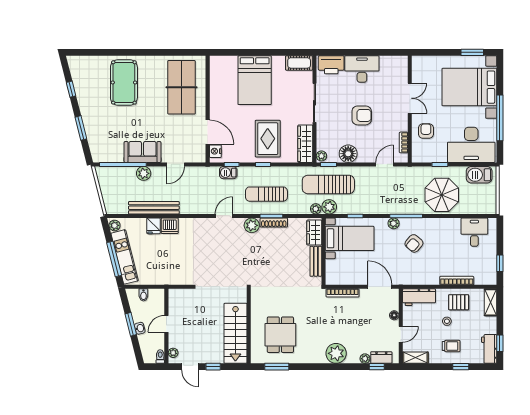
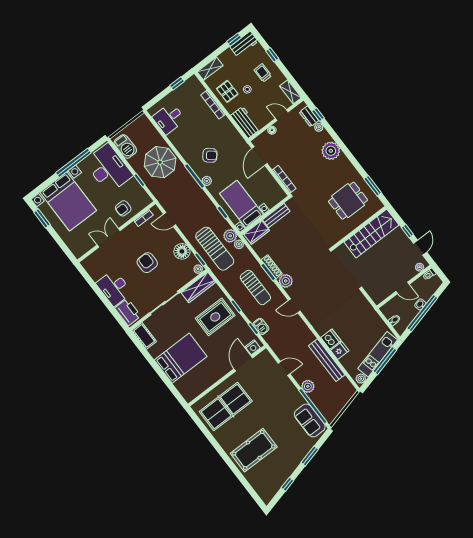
sofa: (142, 152) -> (310, 420), moved
window: (131, 324) -> (422, 313), width x2.11

